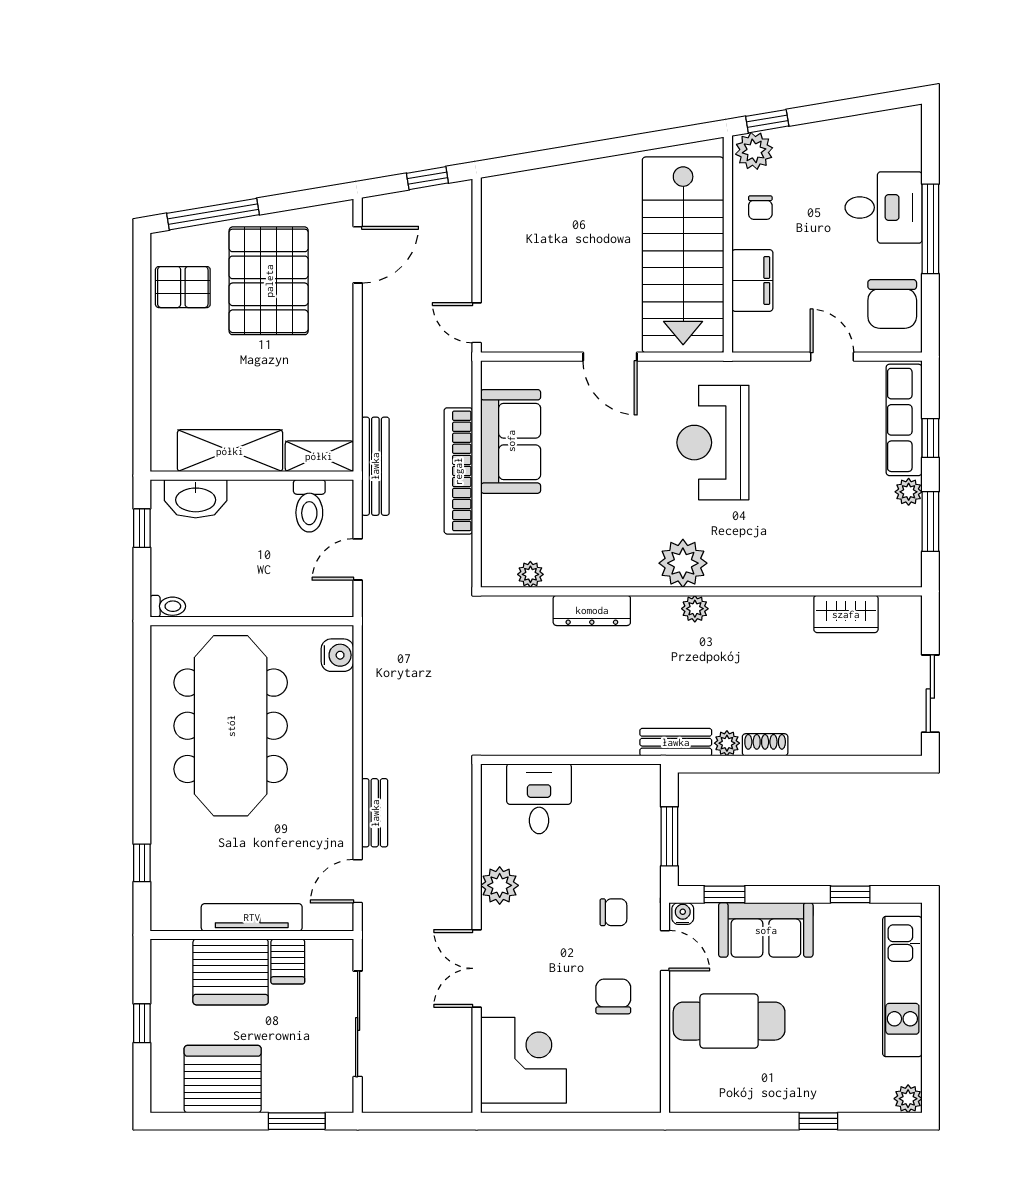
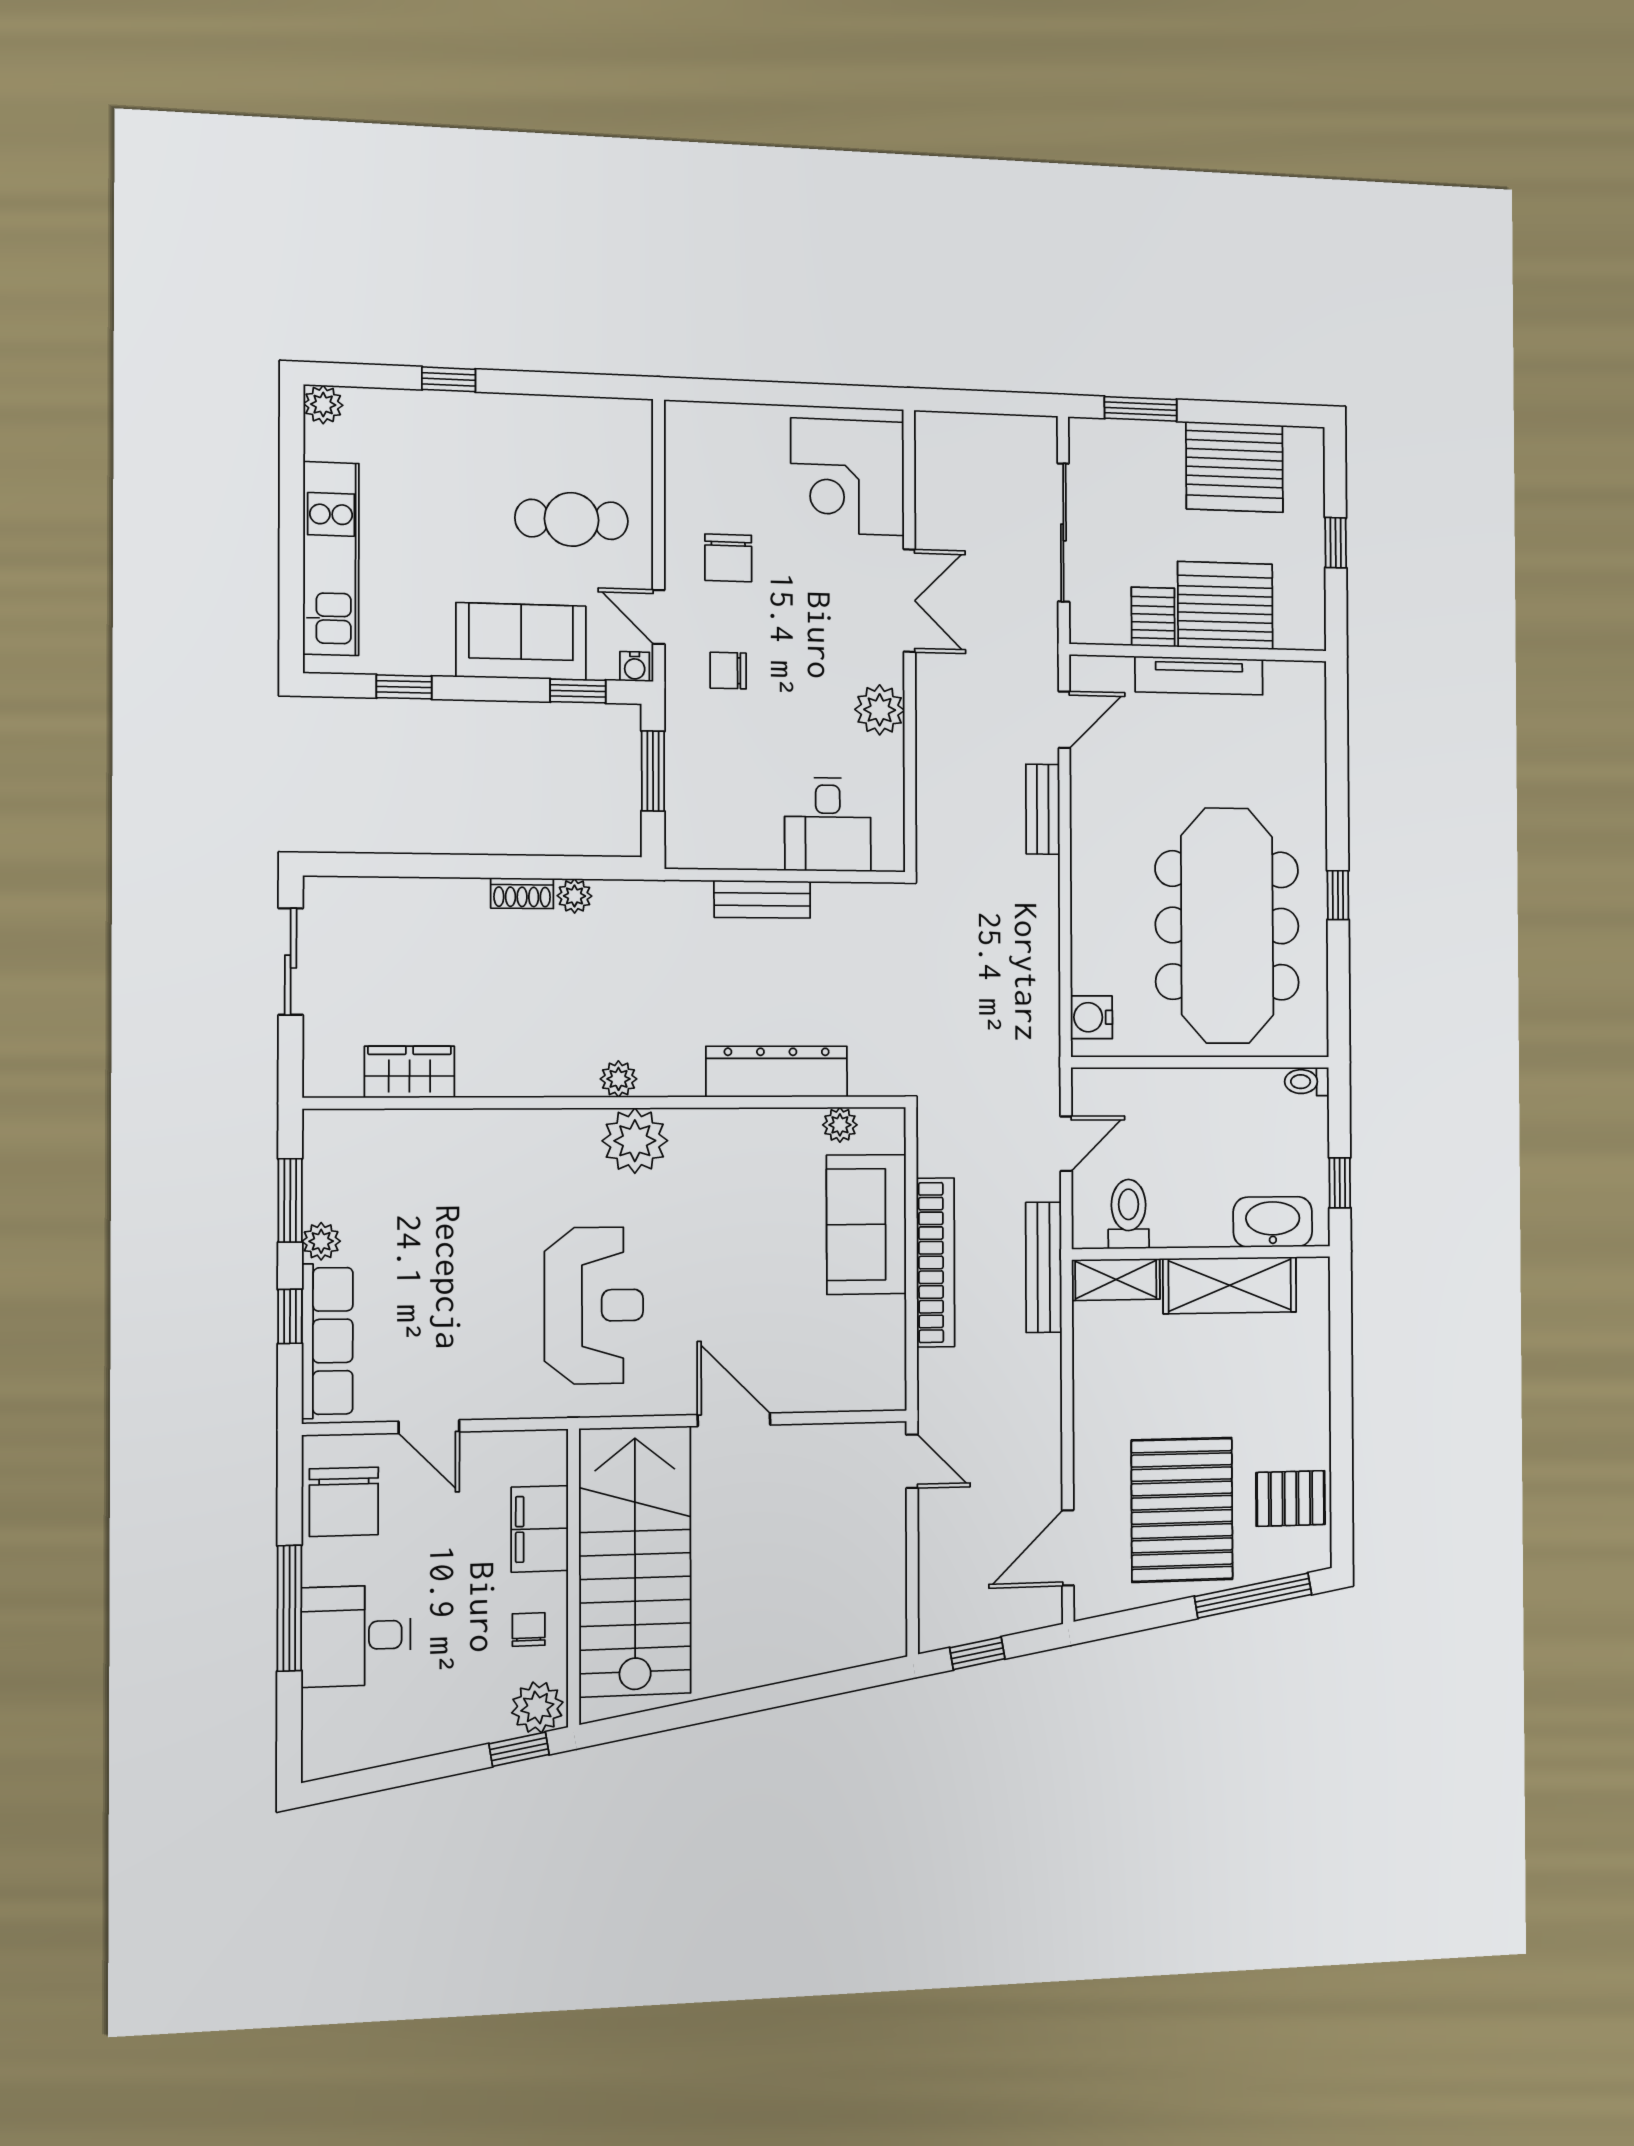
chair: (892, 304) -> (344, 1502), turned 180
sofa: (511, 441) -> (866, 1224), moved
dresser: (592, 610) -> (777, 1072), width x1.37, depth x1.24
bench: (676, 742) -> (762, 899), moved
window: (142, 863) -> (1338, 895), moved
cafe table: (729, 1021) -> (572, 519), width x0.73, depth x0.74

